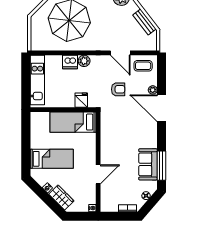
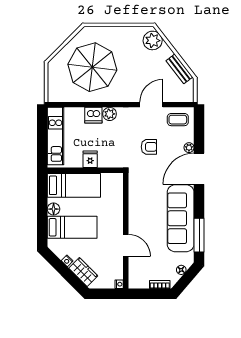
door: (120, 53) -> (151, 105), swing flipped
fridge: (81, 100) -> (90, 159), moved
door: (161, 108) -> (199, 169), hinge flipped
bed: (73, 122) -> (74, 185), moved, turned 180
floor lamp: (36, 143) -> (54, 209), added
sofa: (148, 164) -> (181, 218), width x1.85, depth x1.27
door: (98, 174) -> (126, 245), hinge flipped

